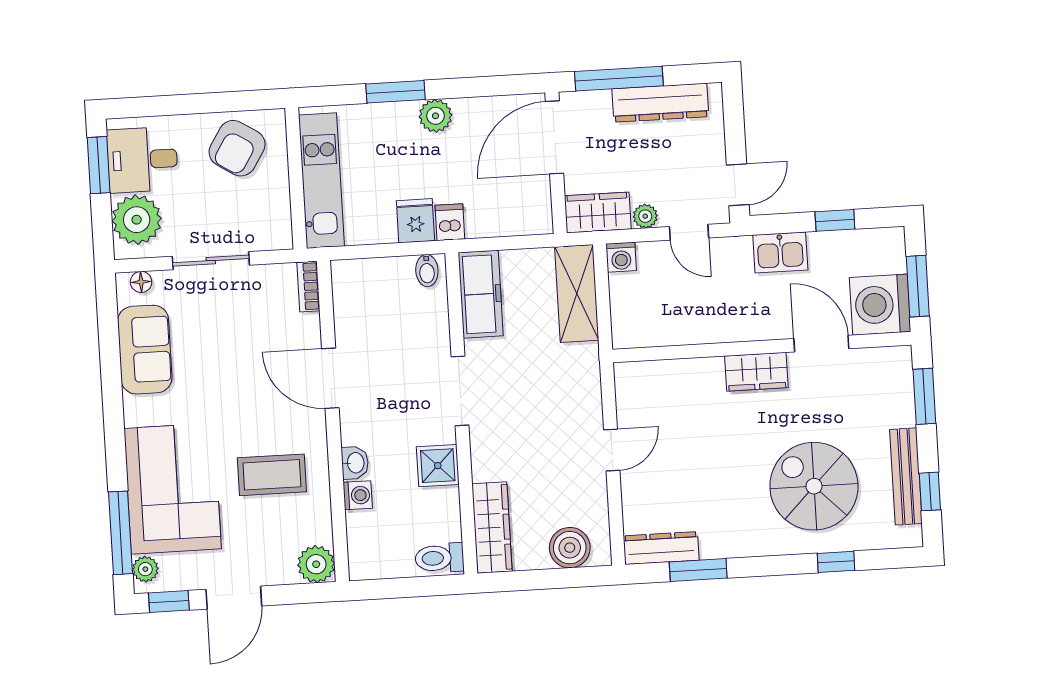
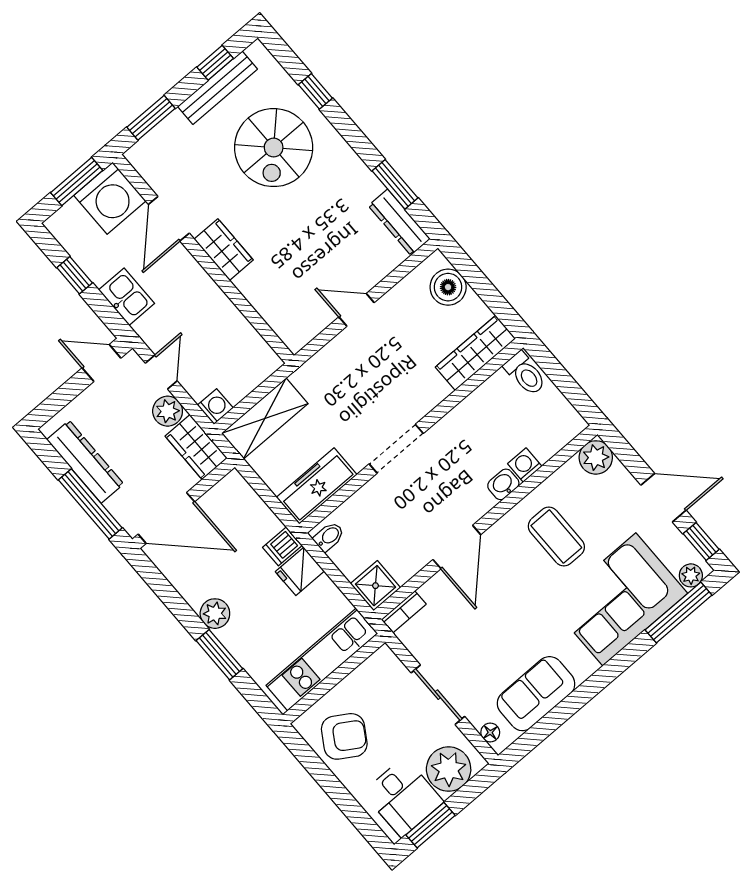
plant: (645, 216) -> (168, 411), width x1.38, depth x1.38
shower: (438, 466) -> (375, 586), moved

